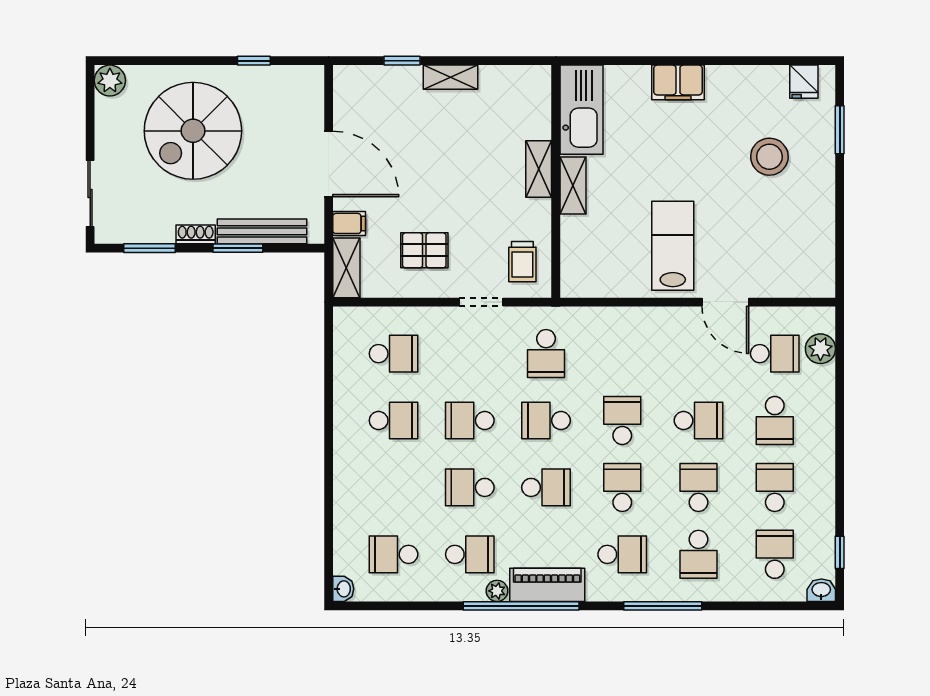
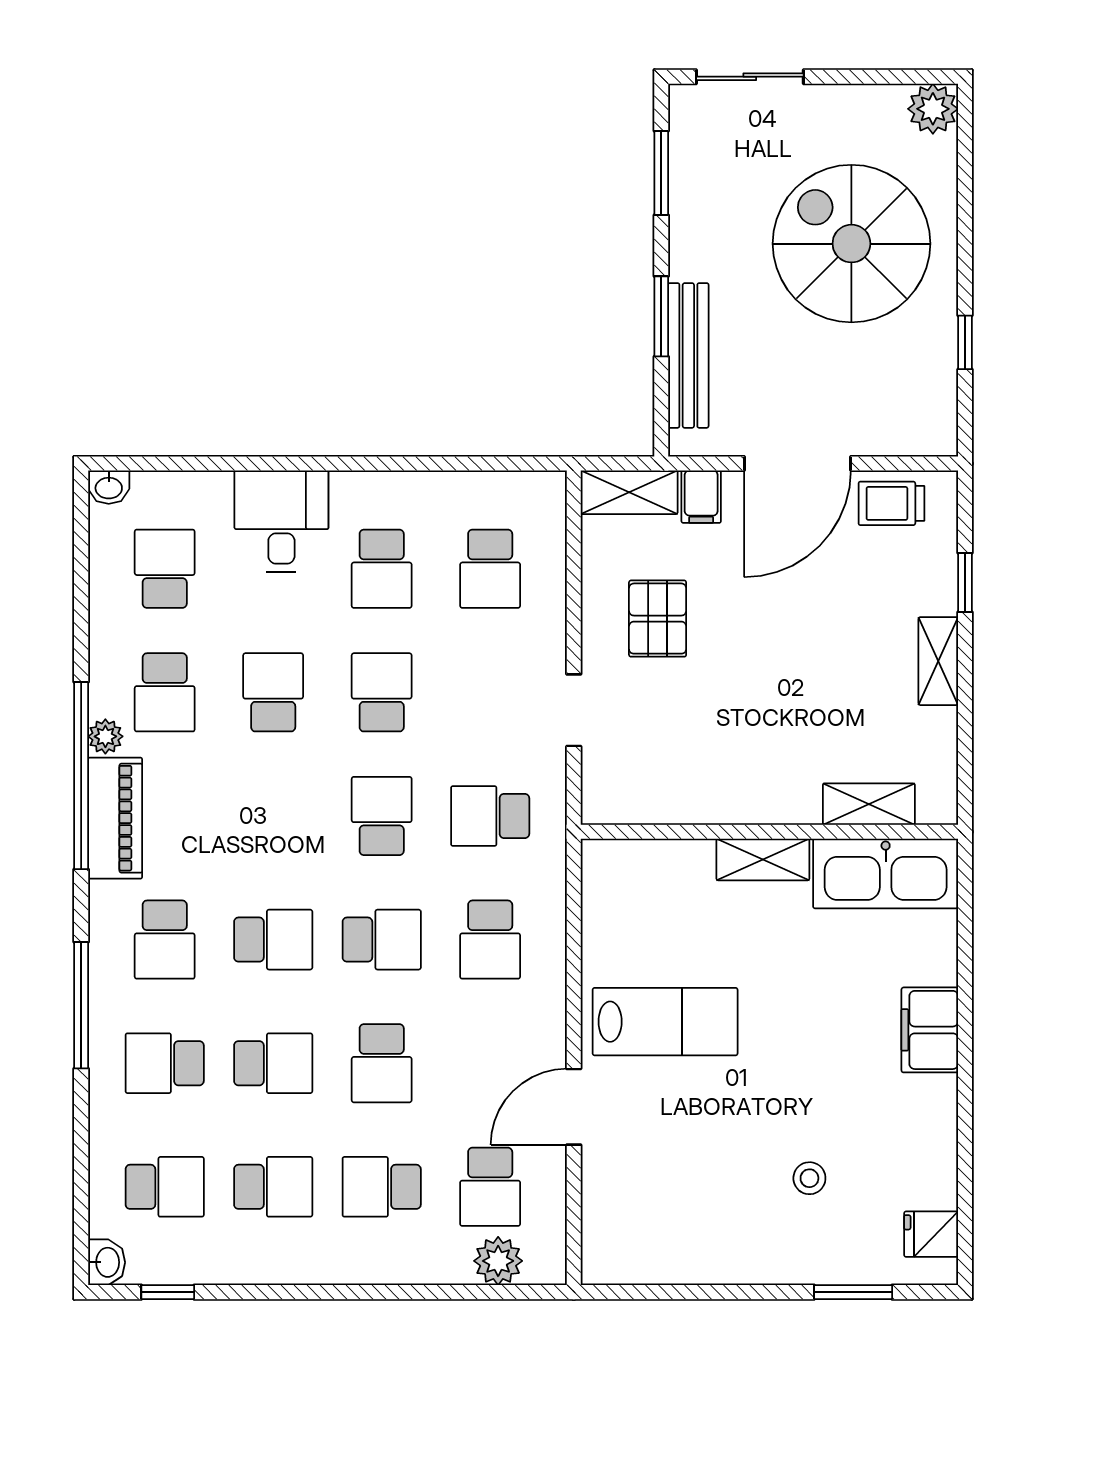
stool: (769, 157) -> (809, 1178), width x0.53, depth x0.53
shelving: (539, 169) -> (869, 804), moved
shoe rack: (196, 234) -> (683, 248), removed
trolley: (522, 262) -> (892, 503), moved
desk: (364, 482) -> (281, 521), added
school desk: (546, 487) -> (490, 940), moved

